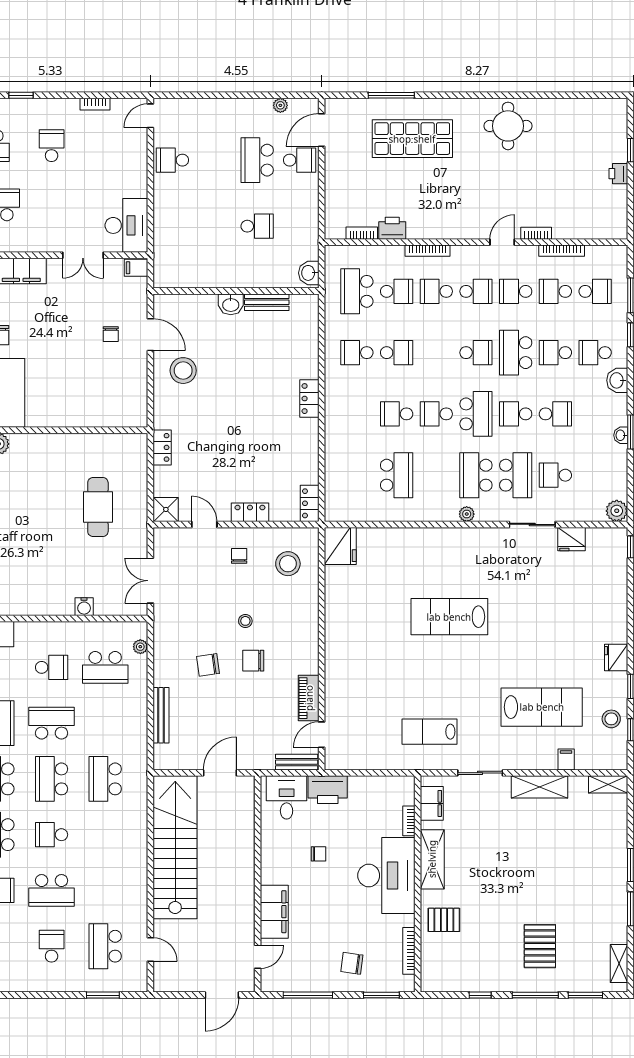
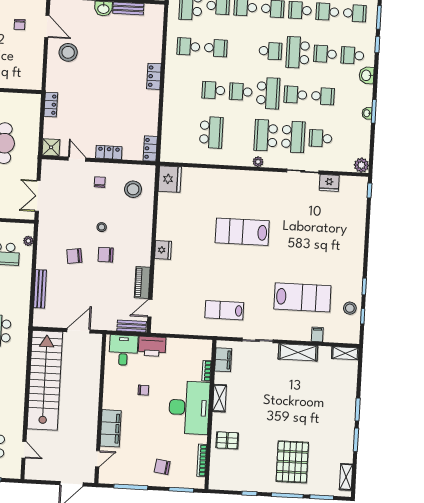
fridge: (616, 658) -> (163, 250), moved, turned 180
shelving: (432, 859) -> (219, 398), width x0.67, depth x0.75
pallet: (540, 946) -> (292, 462), width x1.37, depth x1.41

